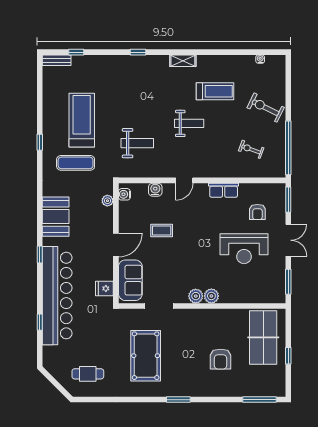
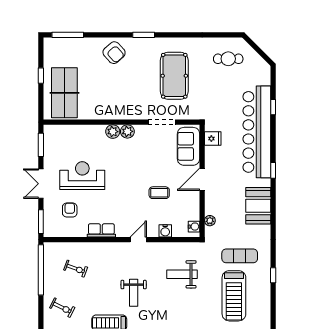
exercise bike: (266, 108) -> (62, 308), width x0.73, depth x0.72
weight bench: (189, 123) -> (134, 293), turned -90
armchair: (221, 359) -> (114, 53), moved, turned 138

